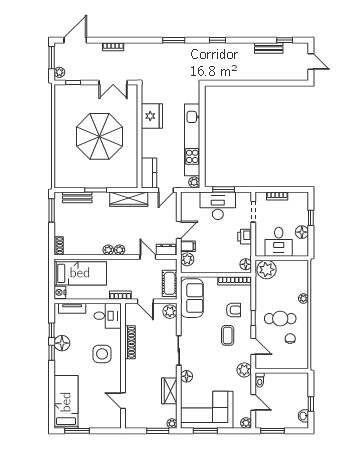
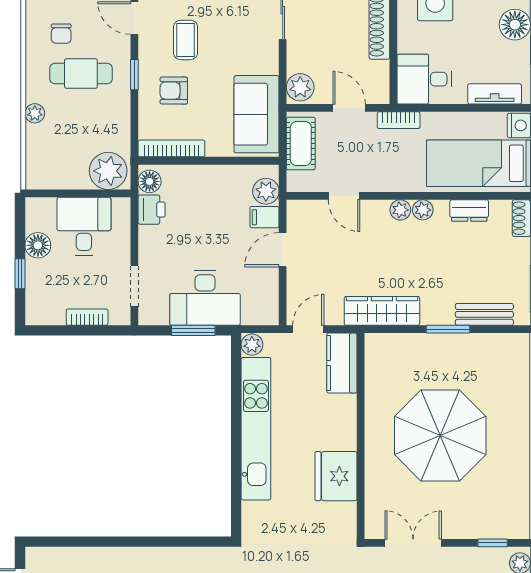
printer: (245, 237) -> (152, 210), moved
dresser: (166, 250) -> (469, 211), moved

